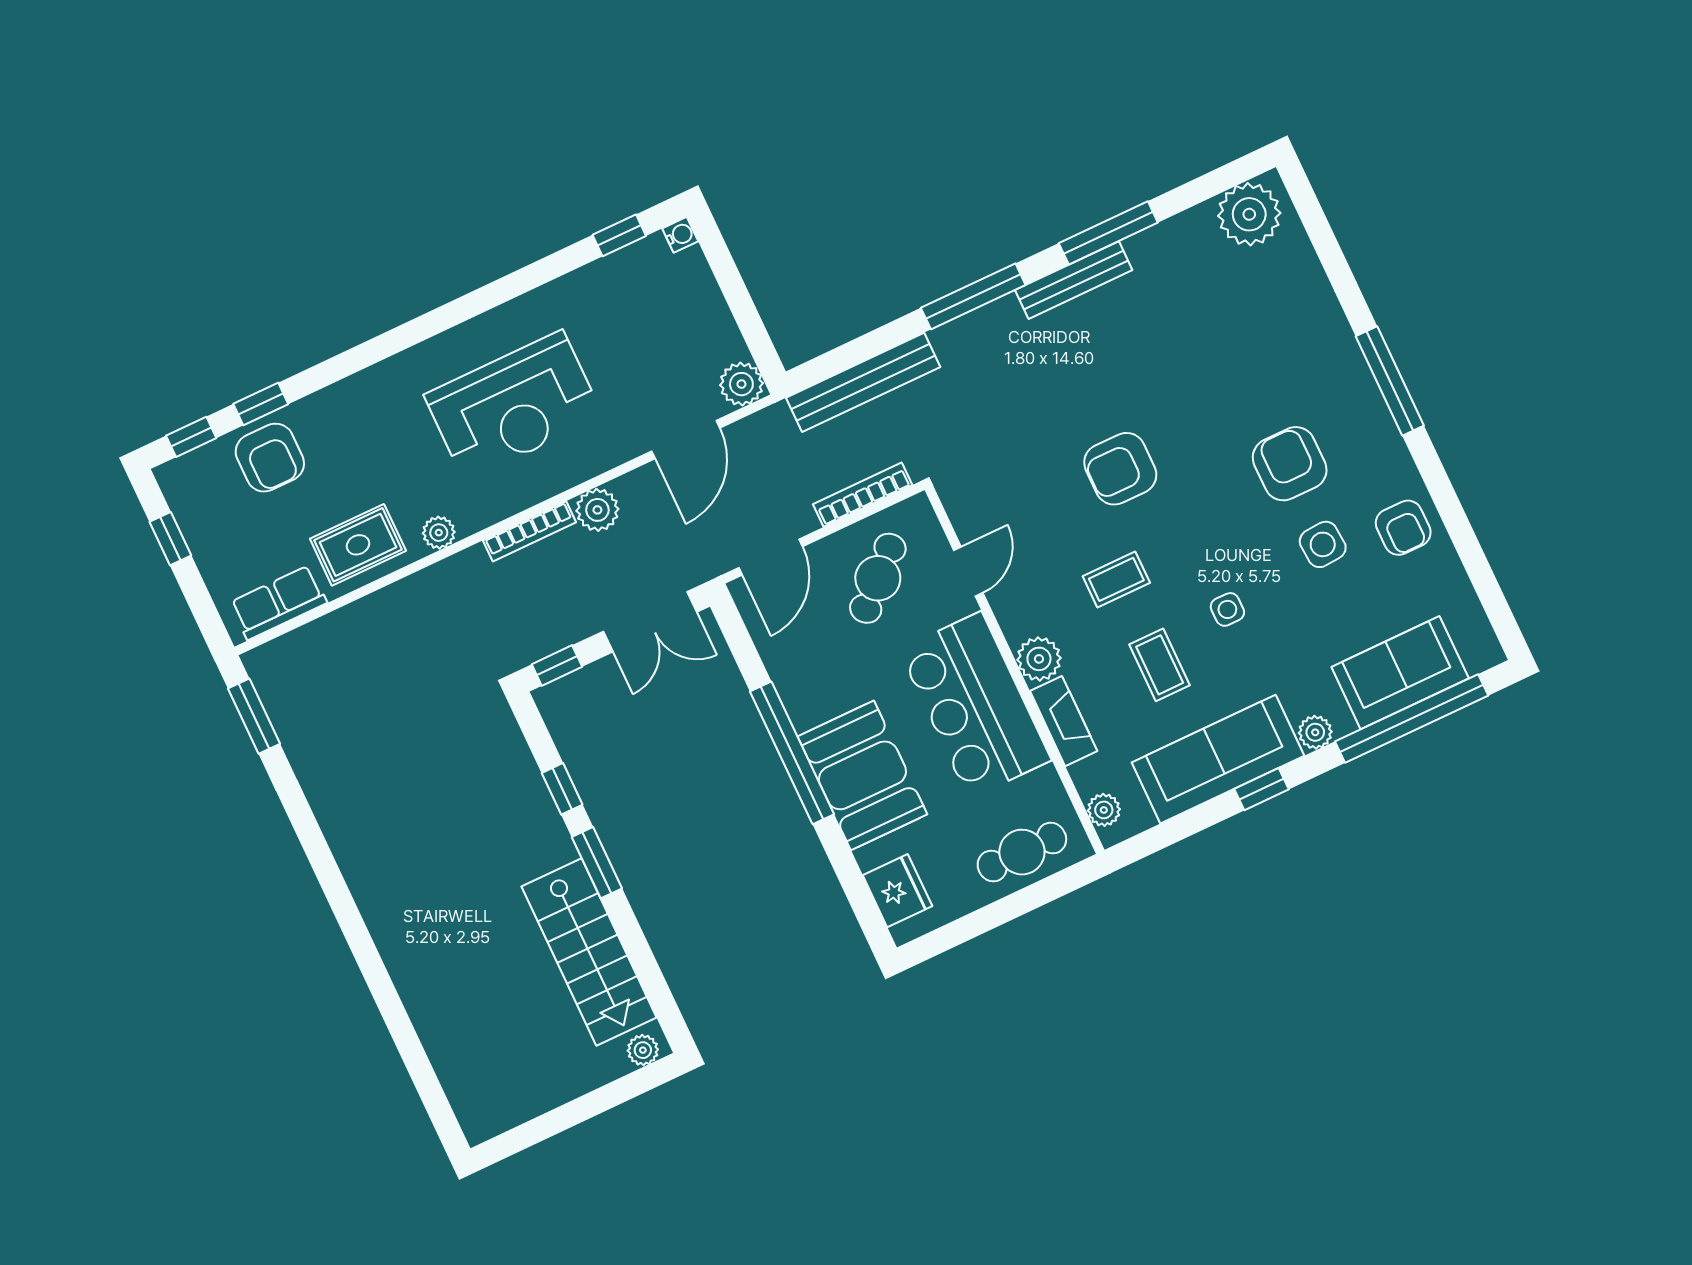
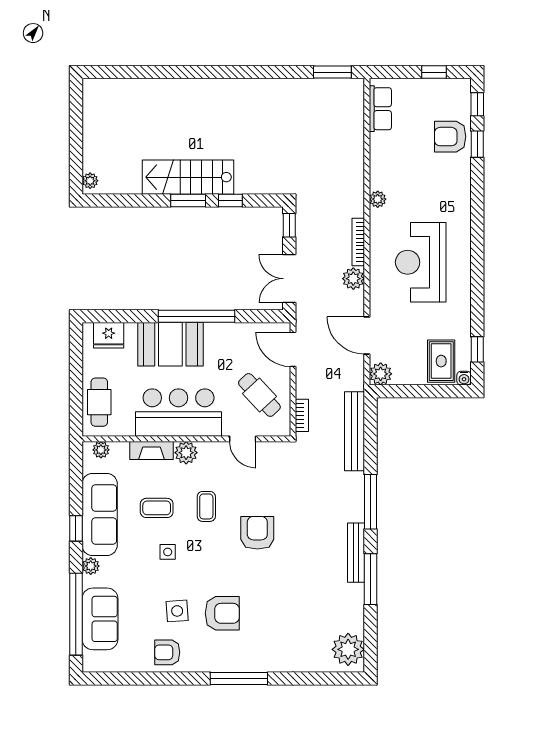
bookcase: (863, 495) -> (302, 415), width x0.64
rug: (358, 545) -> (441, 361), moved
stairs: (589, 952) -> (188, 177), moved

